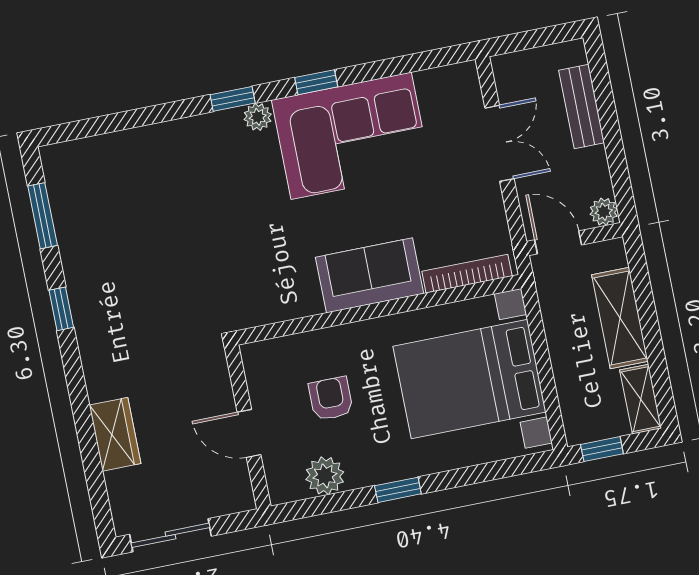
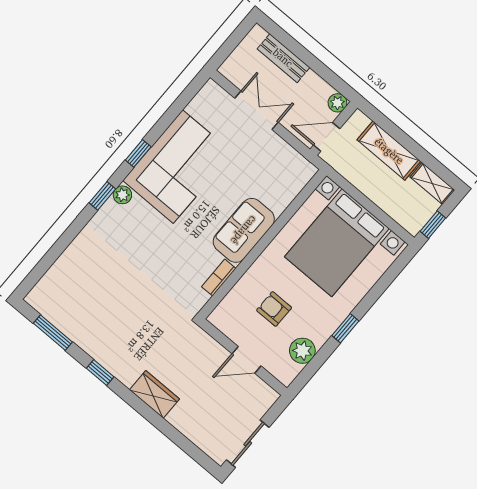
bookcase: (467, 274) -> (219, 278), moved, width x0.64
wardrobe: (115, 434) -> (154, 394), moved

